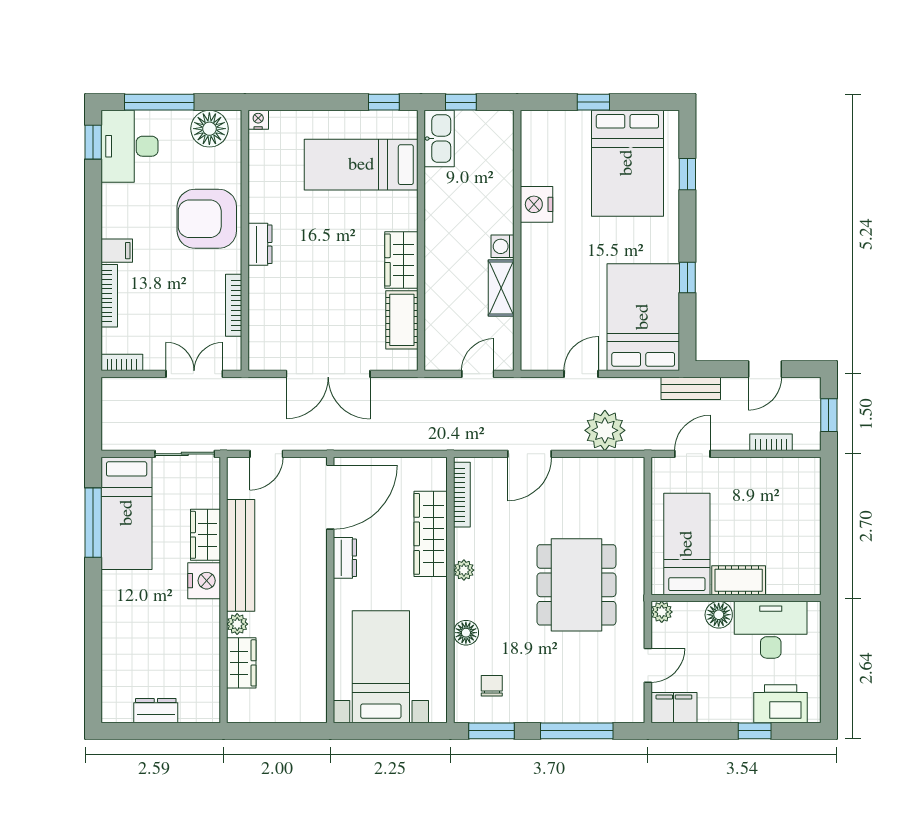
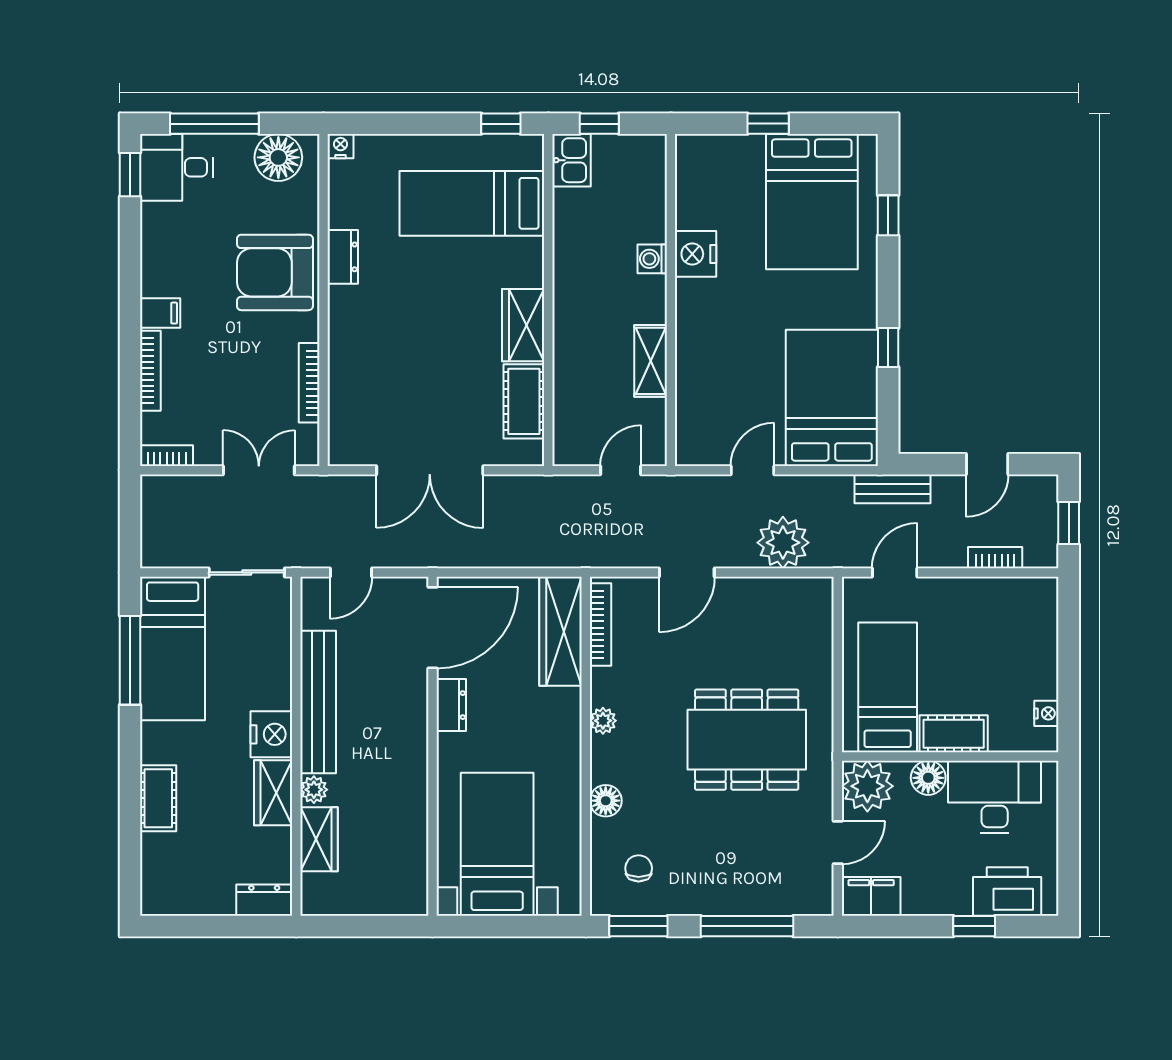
kitchen sink: (439, 139) -> (571, 160), width x0.73
desk: (130, 146) -> (176, 167), width x0.73
dresser: (260, 244) -> (343, 257), moved
washing machine: (502, 246) -> (652, 259), moved
wardrobe: (431, 534) -> (561, 631), moved
wardrobe: (205, 535) -> (273, 793), moved
nightstand: (811, 564) -> (1046, 713), added
dining table: (576, 585) -> (747, 740), turned 90
plant: (662, 612) -> (867, 786), width x1.87, depth x1.87
cot: (115, 631) -> (158, 798), added
dresser: (156, 711) -> (264, 900), moved

